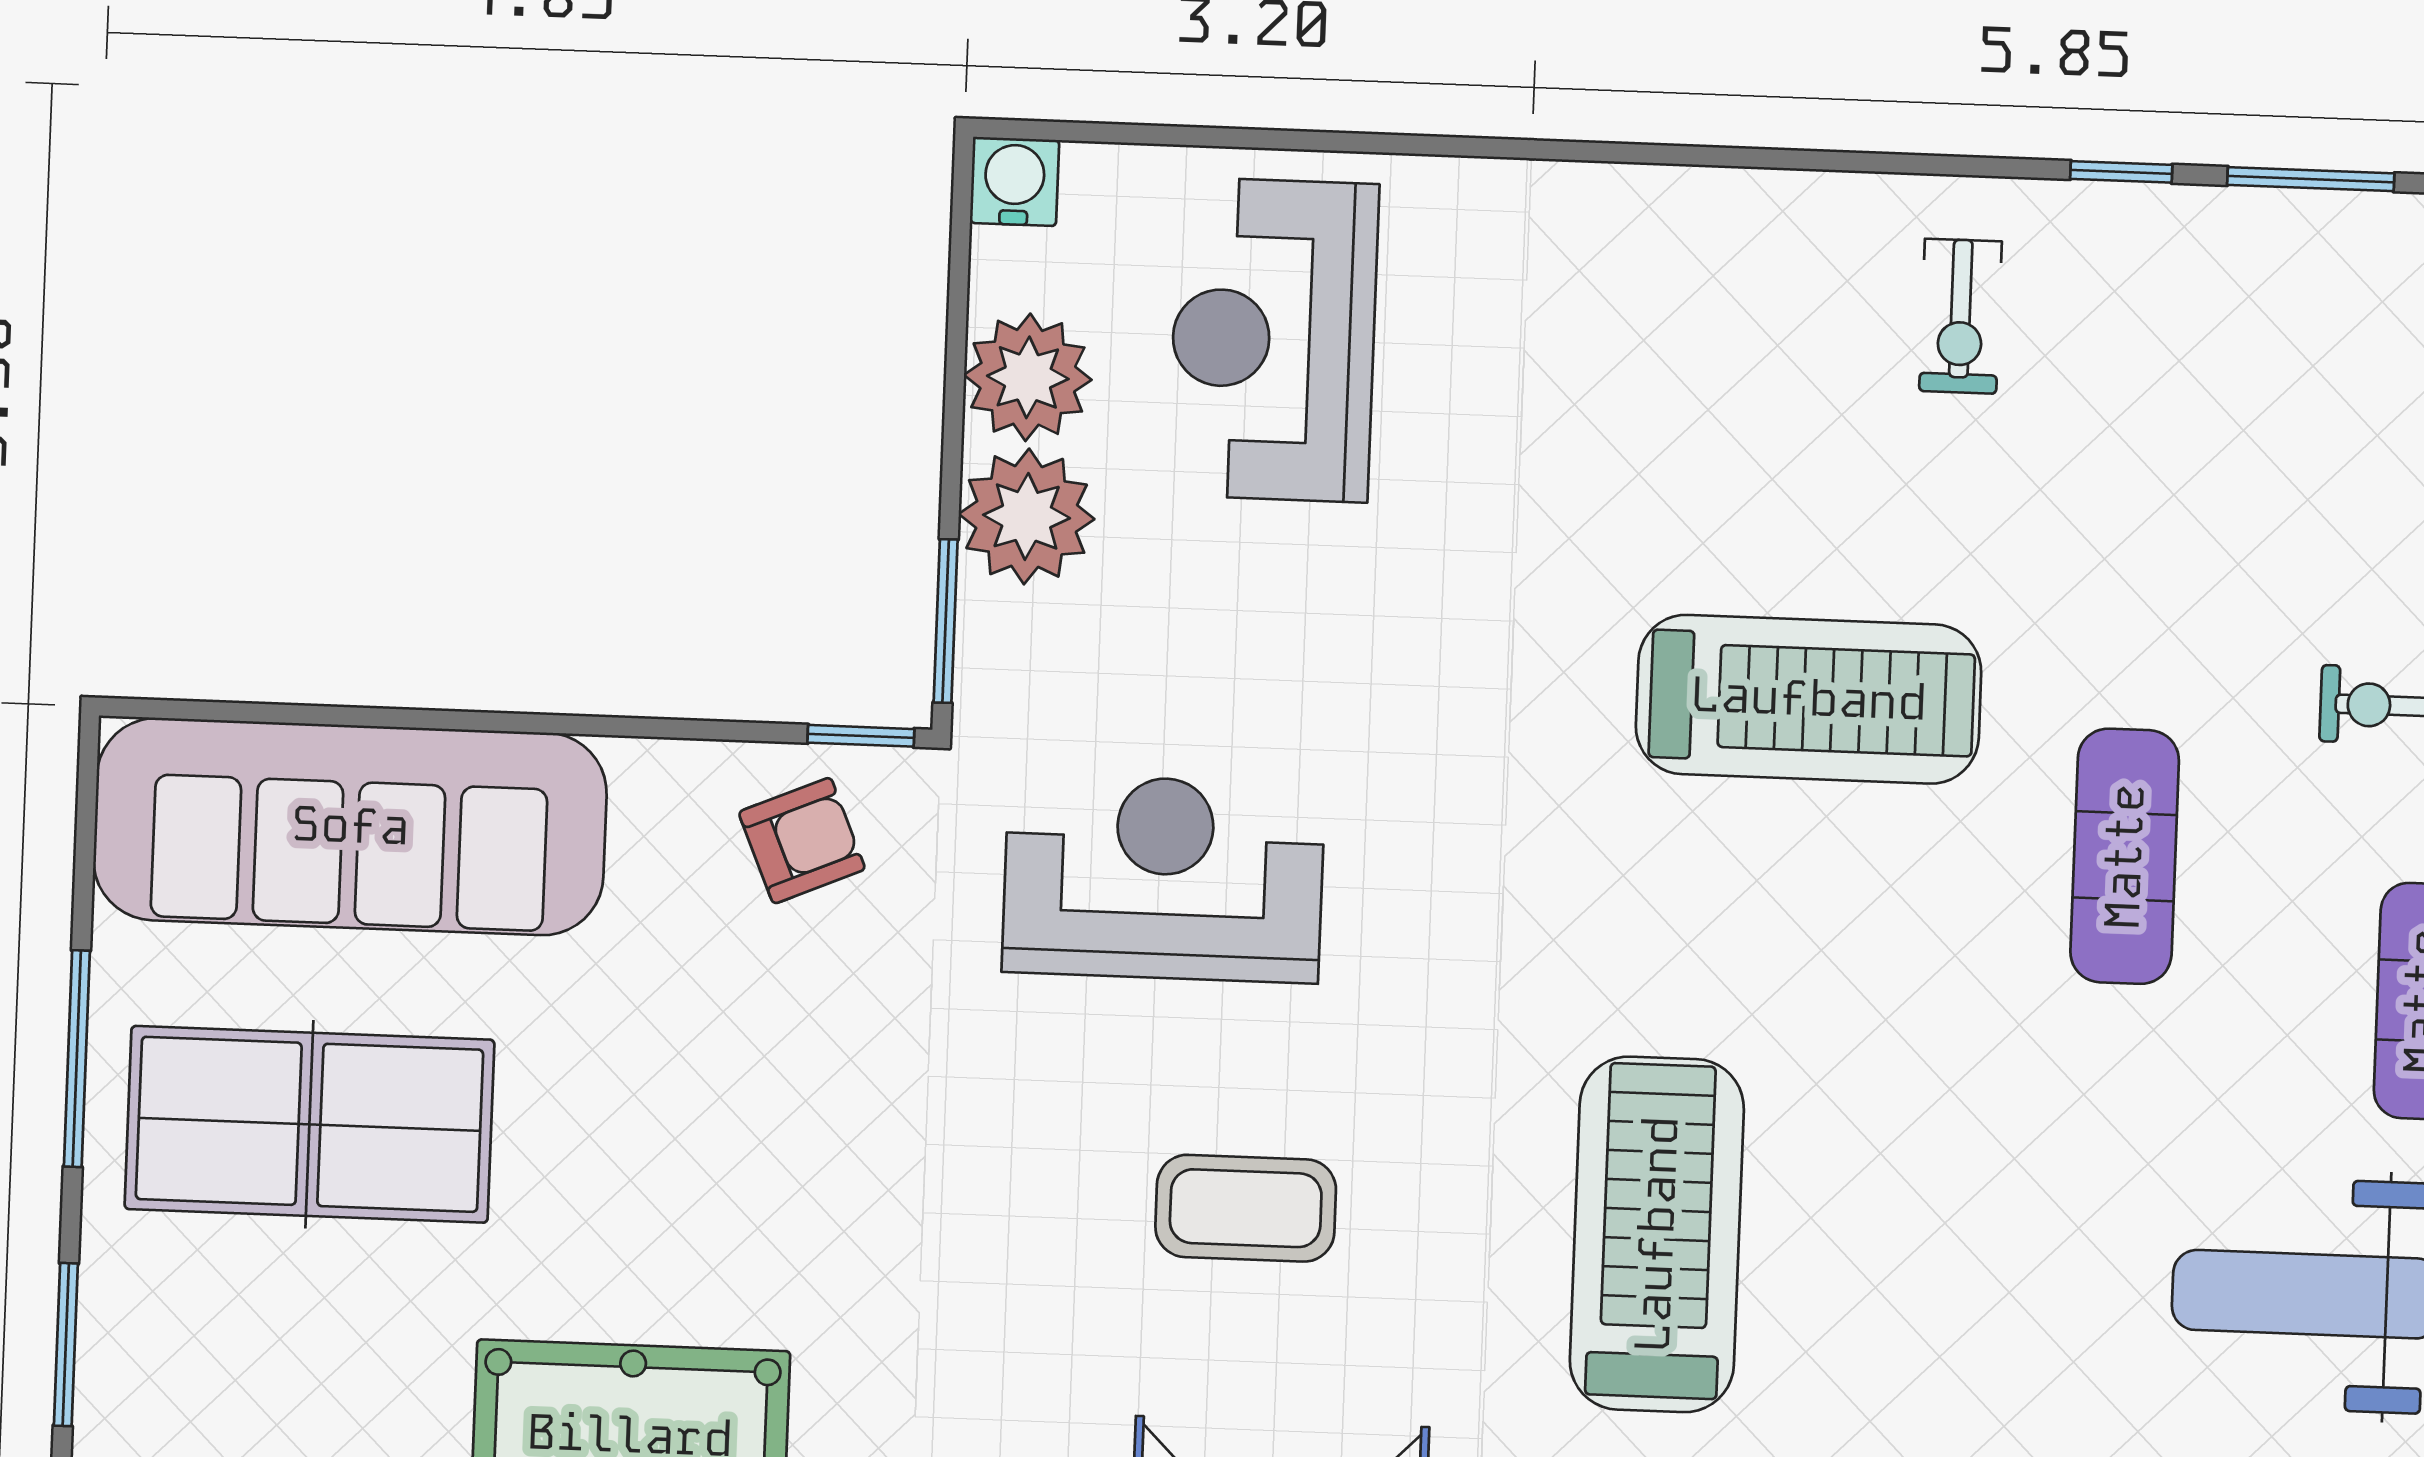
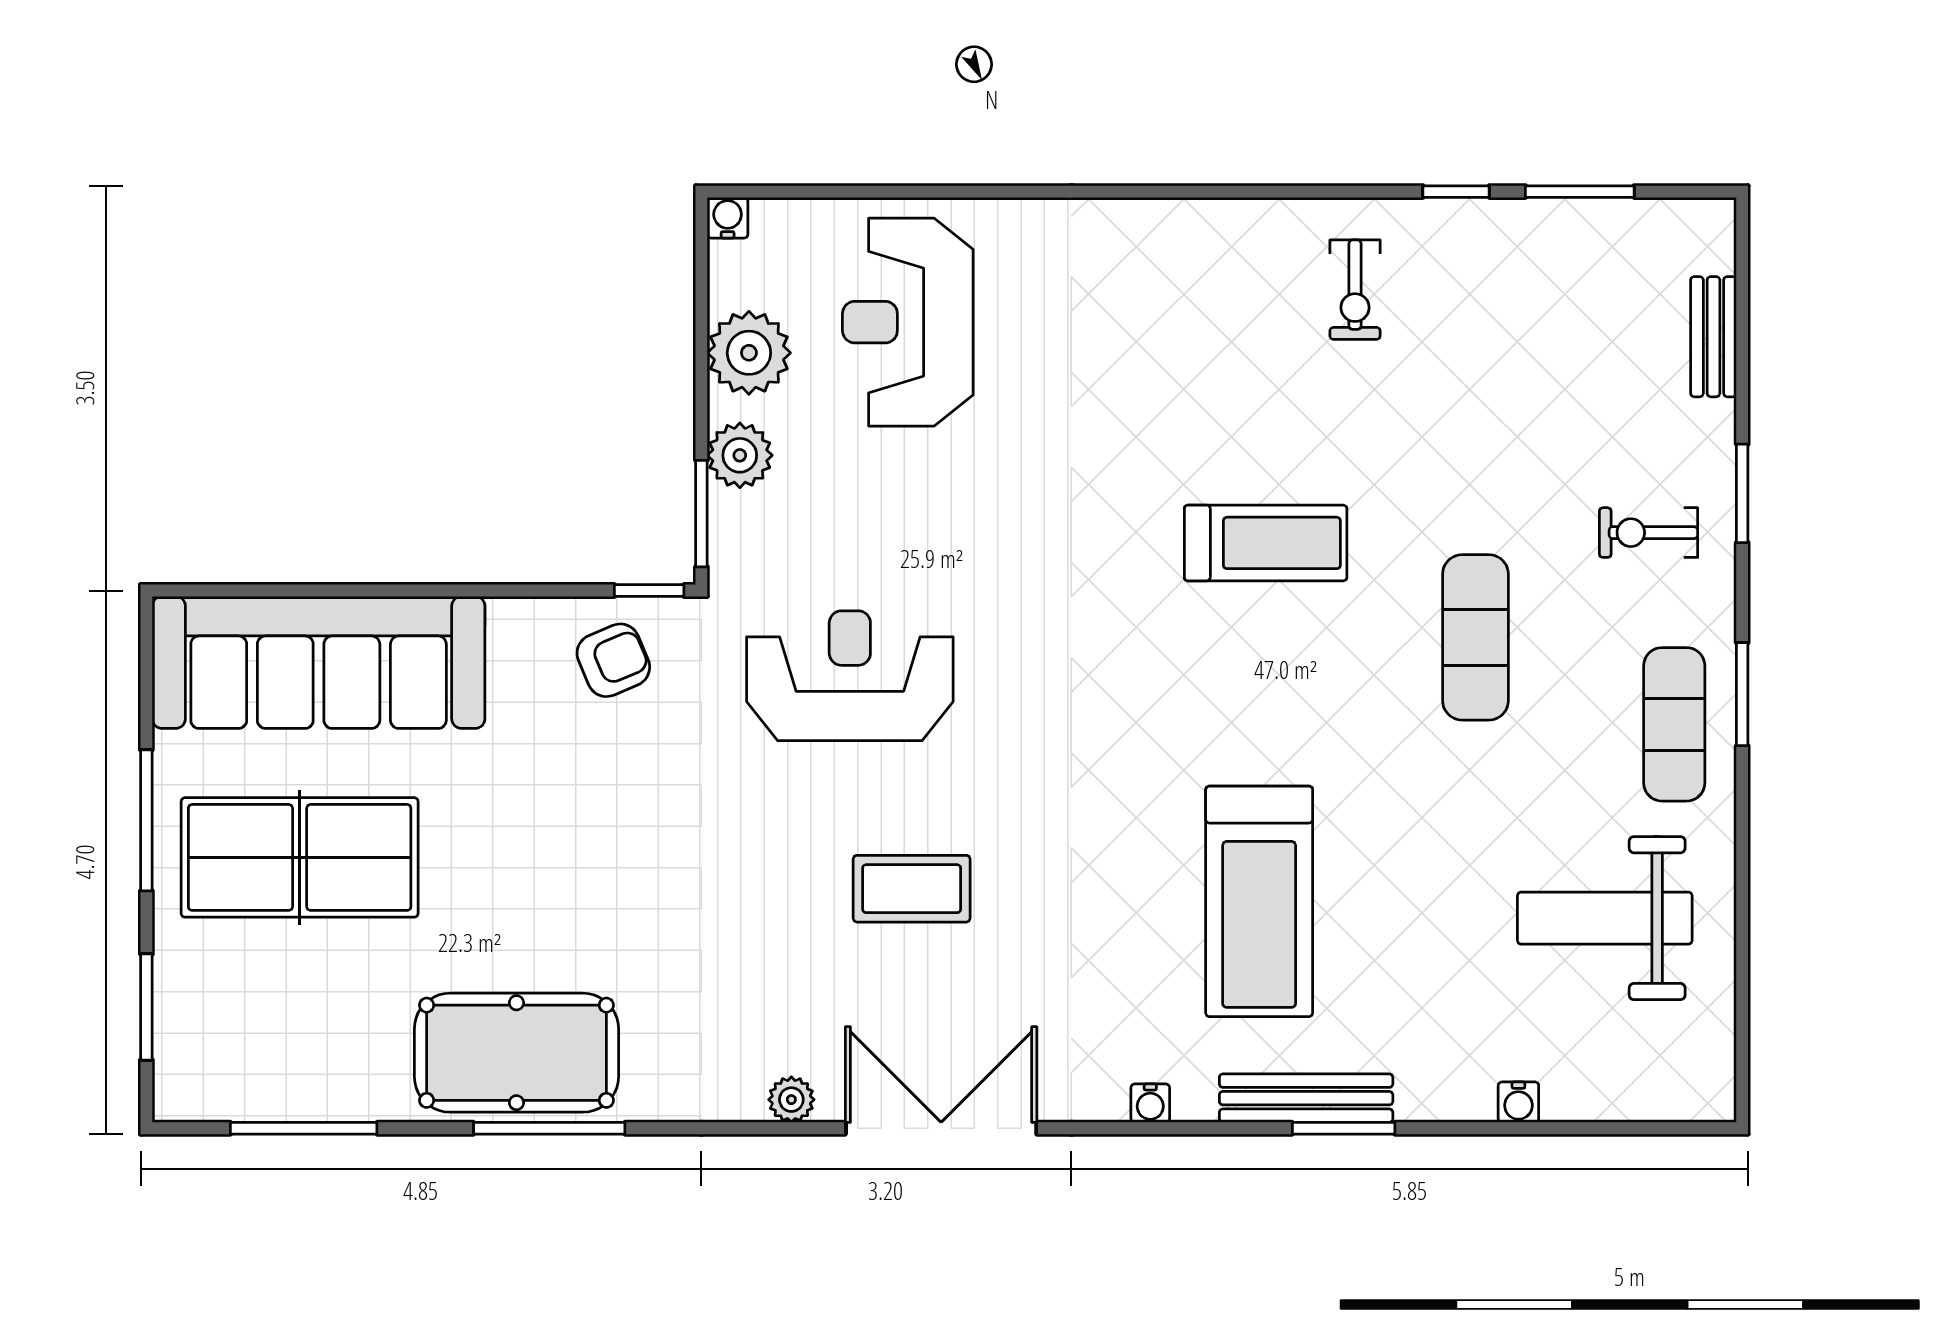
water cooler: (1015, 181) -> (728, 218), width x0.72, depth x0.72
plant: (1027, 516) -> (740, 455), width x0.73, depth x0.73
treadmill: (1809, 699) -> (1266, 543), width x0.73, depth x0.73
treadmill: (1657, 1234) -> (1259, 901), moved, turned 180

